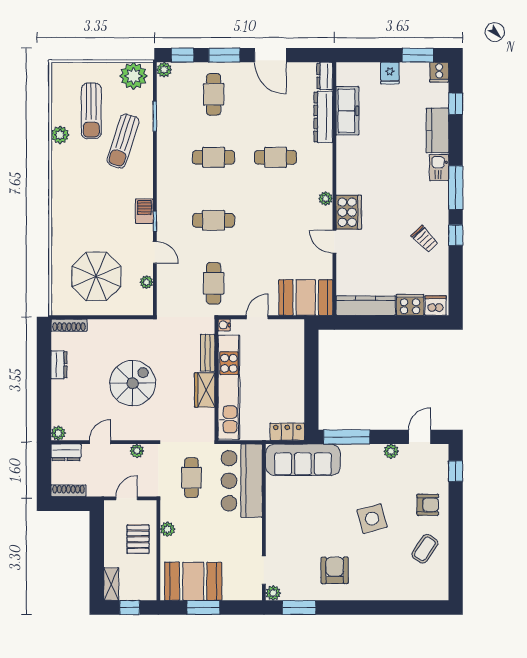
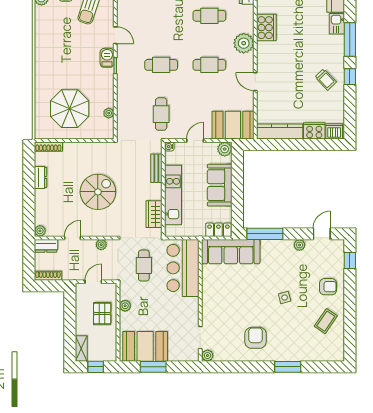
cafe table: (214, 157) -> (209, 65), moved
plant: (326, 198) -> (244, 43), width x1.87, depth x1.87
cooker: (349, 212) -> (266, 28), moved
door: (155, 252) -> (115, 35), moved
plant: (295, 328) -> (225, 149), added
sofa: (289, 374) -> (220, 185), added
kitchen unit: (229, 387) -> (173, 195), width x0.73
wardrobe: (205, 390) -> (154, 214), moved
side table: (372, 519) -> (285, 298), width x0.54, depth x0.54
window: (299, 608) -> (288, 367), moved

